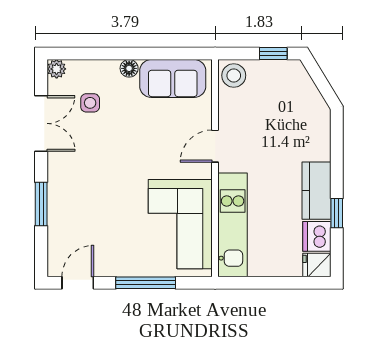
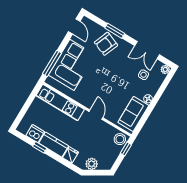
window: (273, 54) -> (126, 149), moved
plant: (310, 100) -> (92, 164), added
armchair: (75, 206) -> (106, 44), added
corner sofa: (180, 224) -> (72, 65), moved, turned 90
fridge: (317, 265) -> (71, 155), moved
window: (146, 283) -> (52, 63), moved

